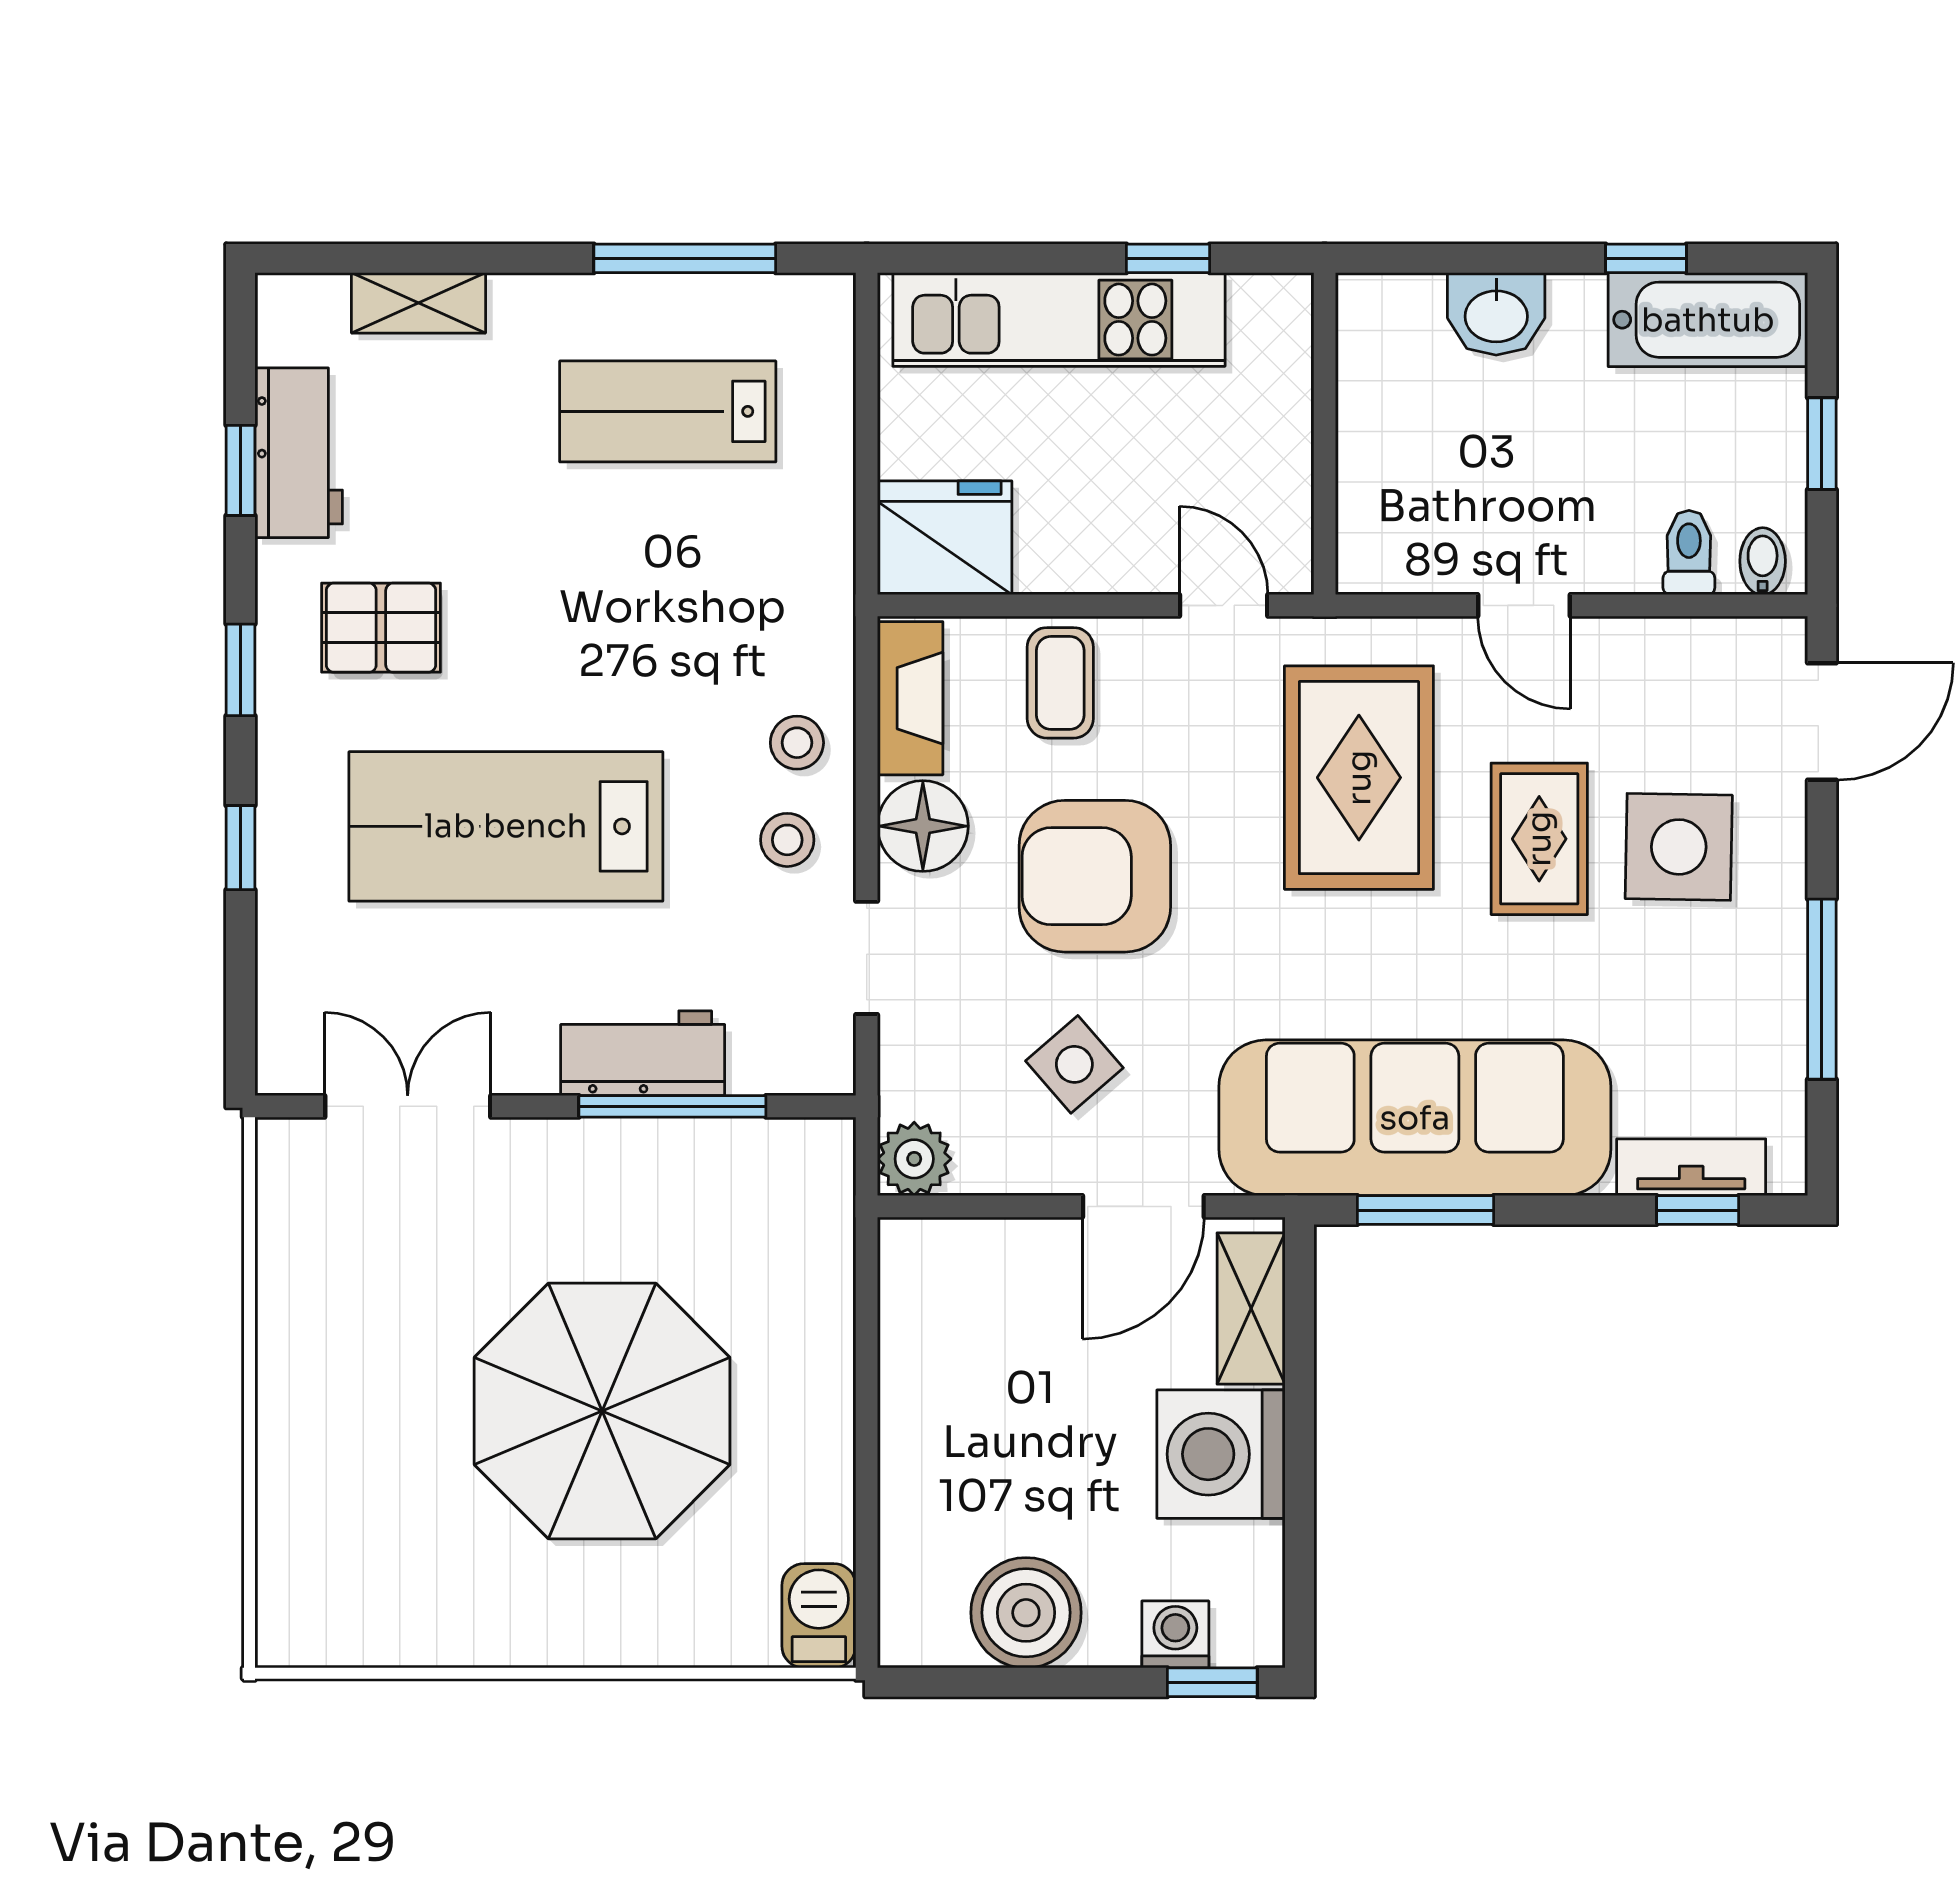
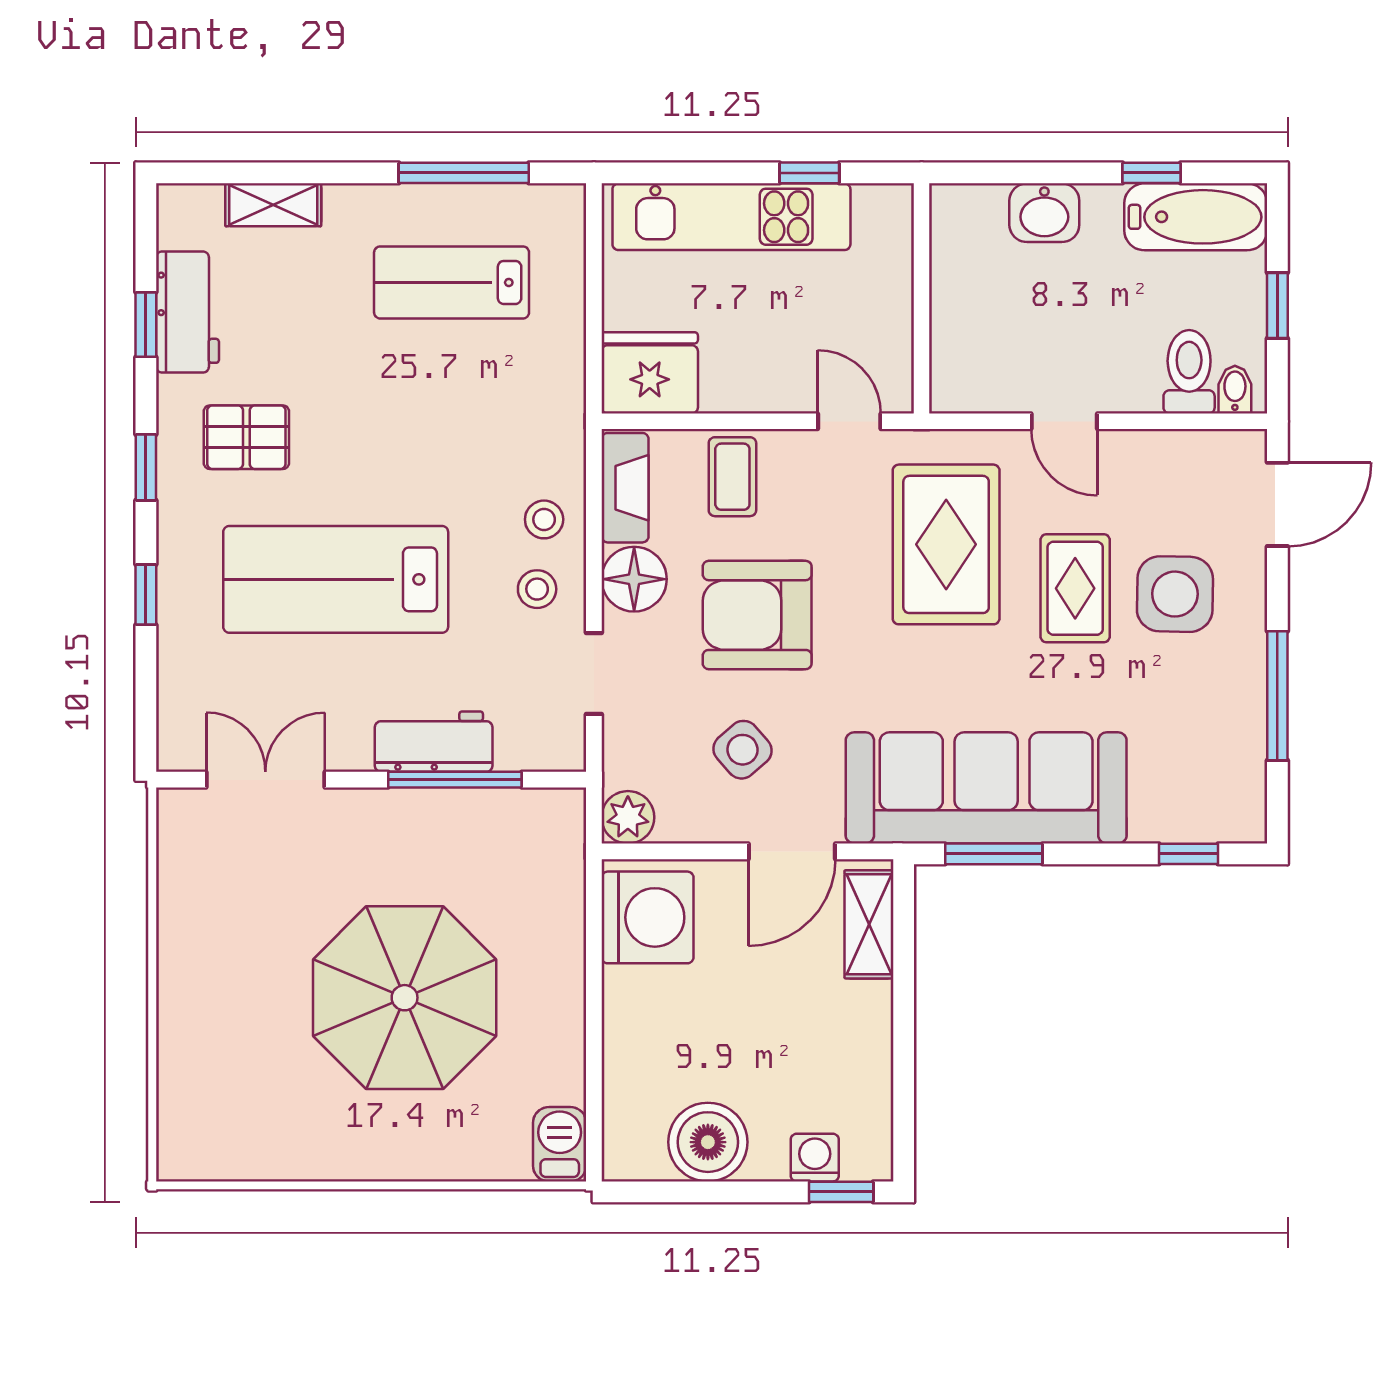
toilet: (1689, 552) -> (1189, 372), width x1.37, depth x1.39
tv unit: (1691, 1167) -> (1184, 823), removed
washing machine: (1221, 1454) -> (647, 917), moved, turned 180

